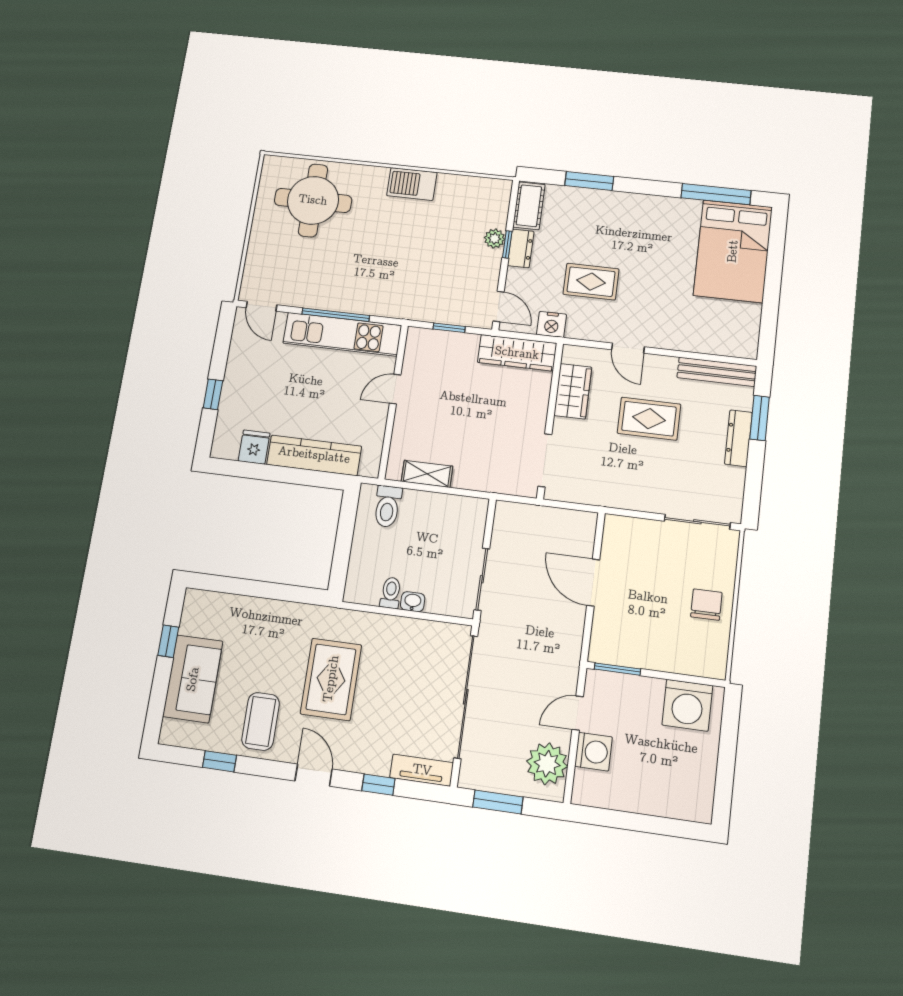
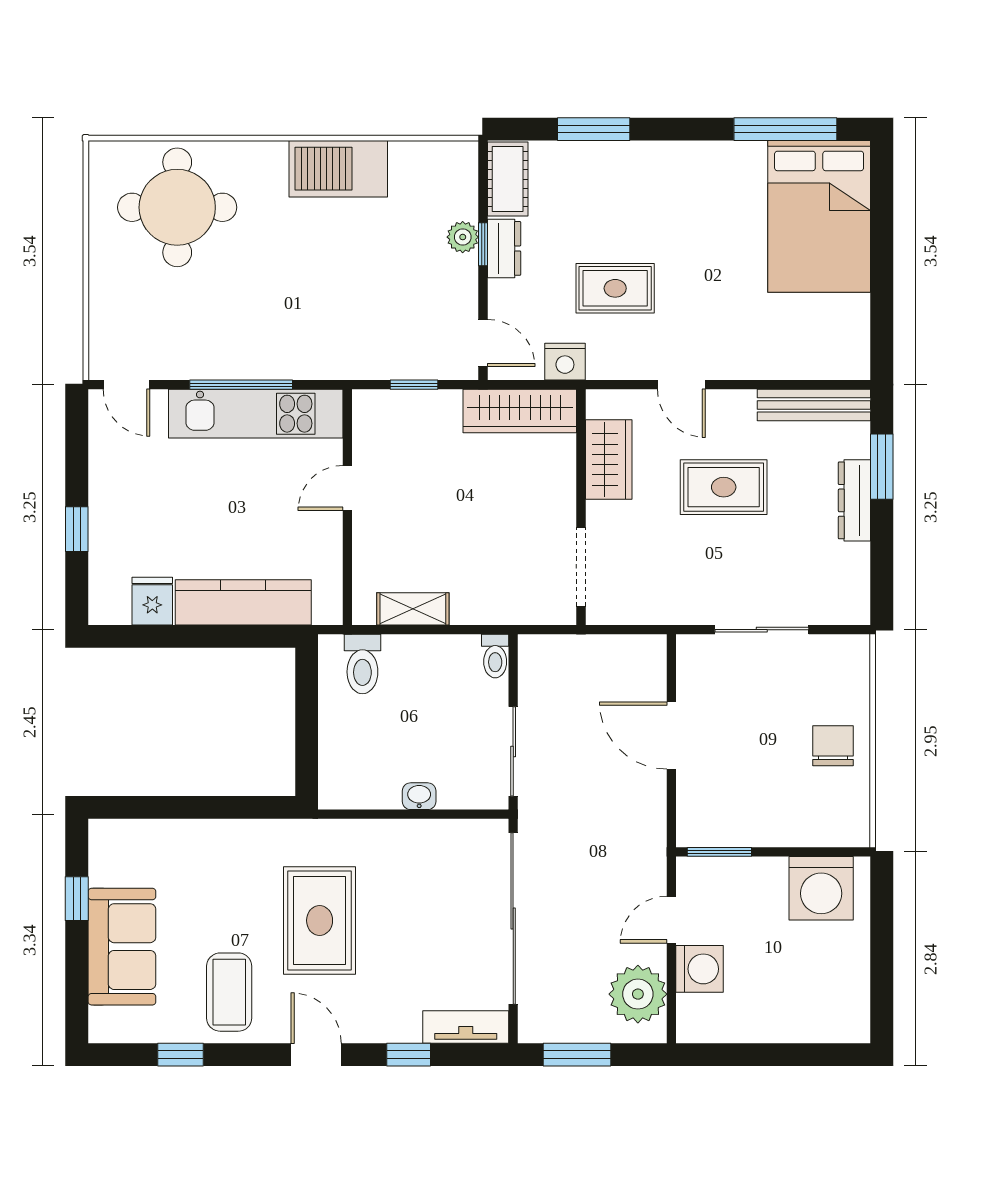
barbecue: (412, 184) -> (338, 169), width x1.37, depth x1.21
sliding door: (697, 522) -> (762, 630), moved
toilet: (391, 593) -> (495, 656), moved, turned 180

